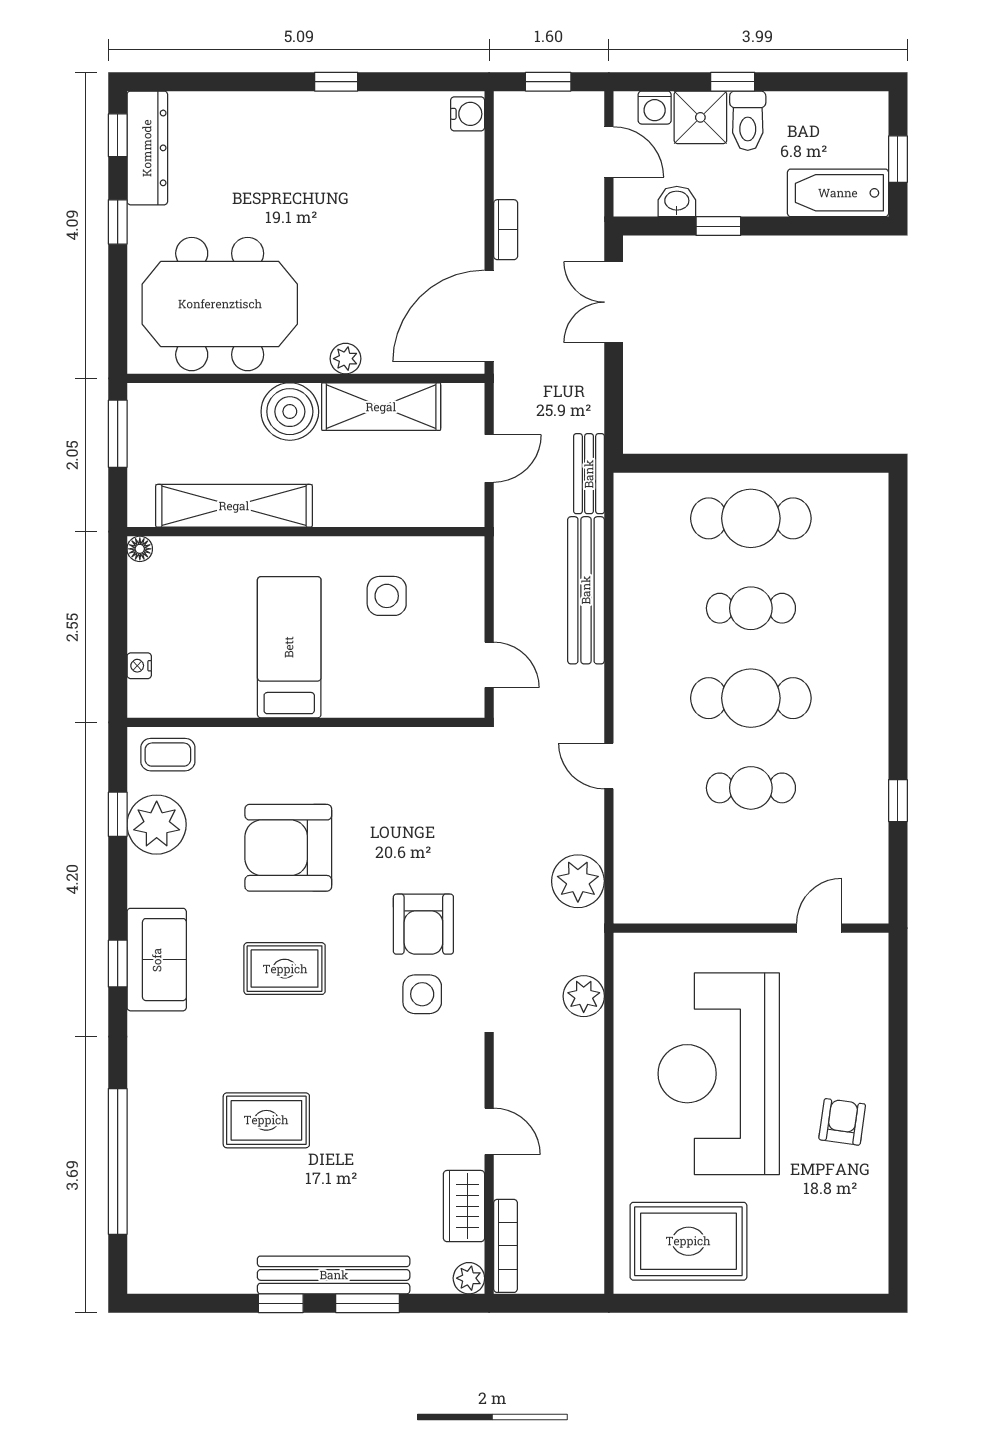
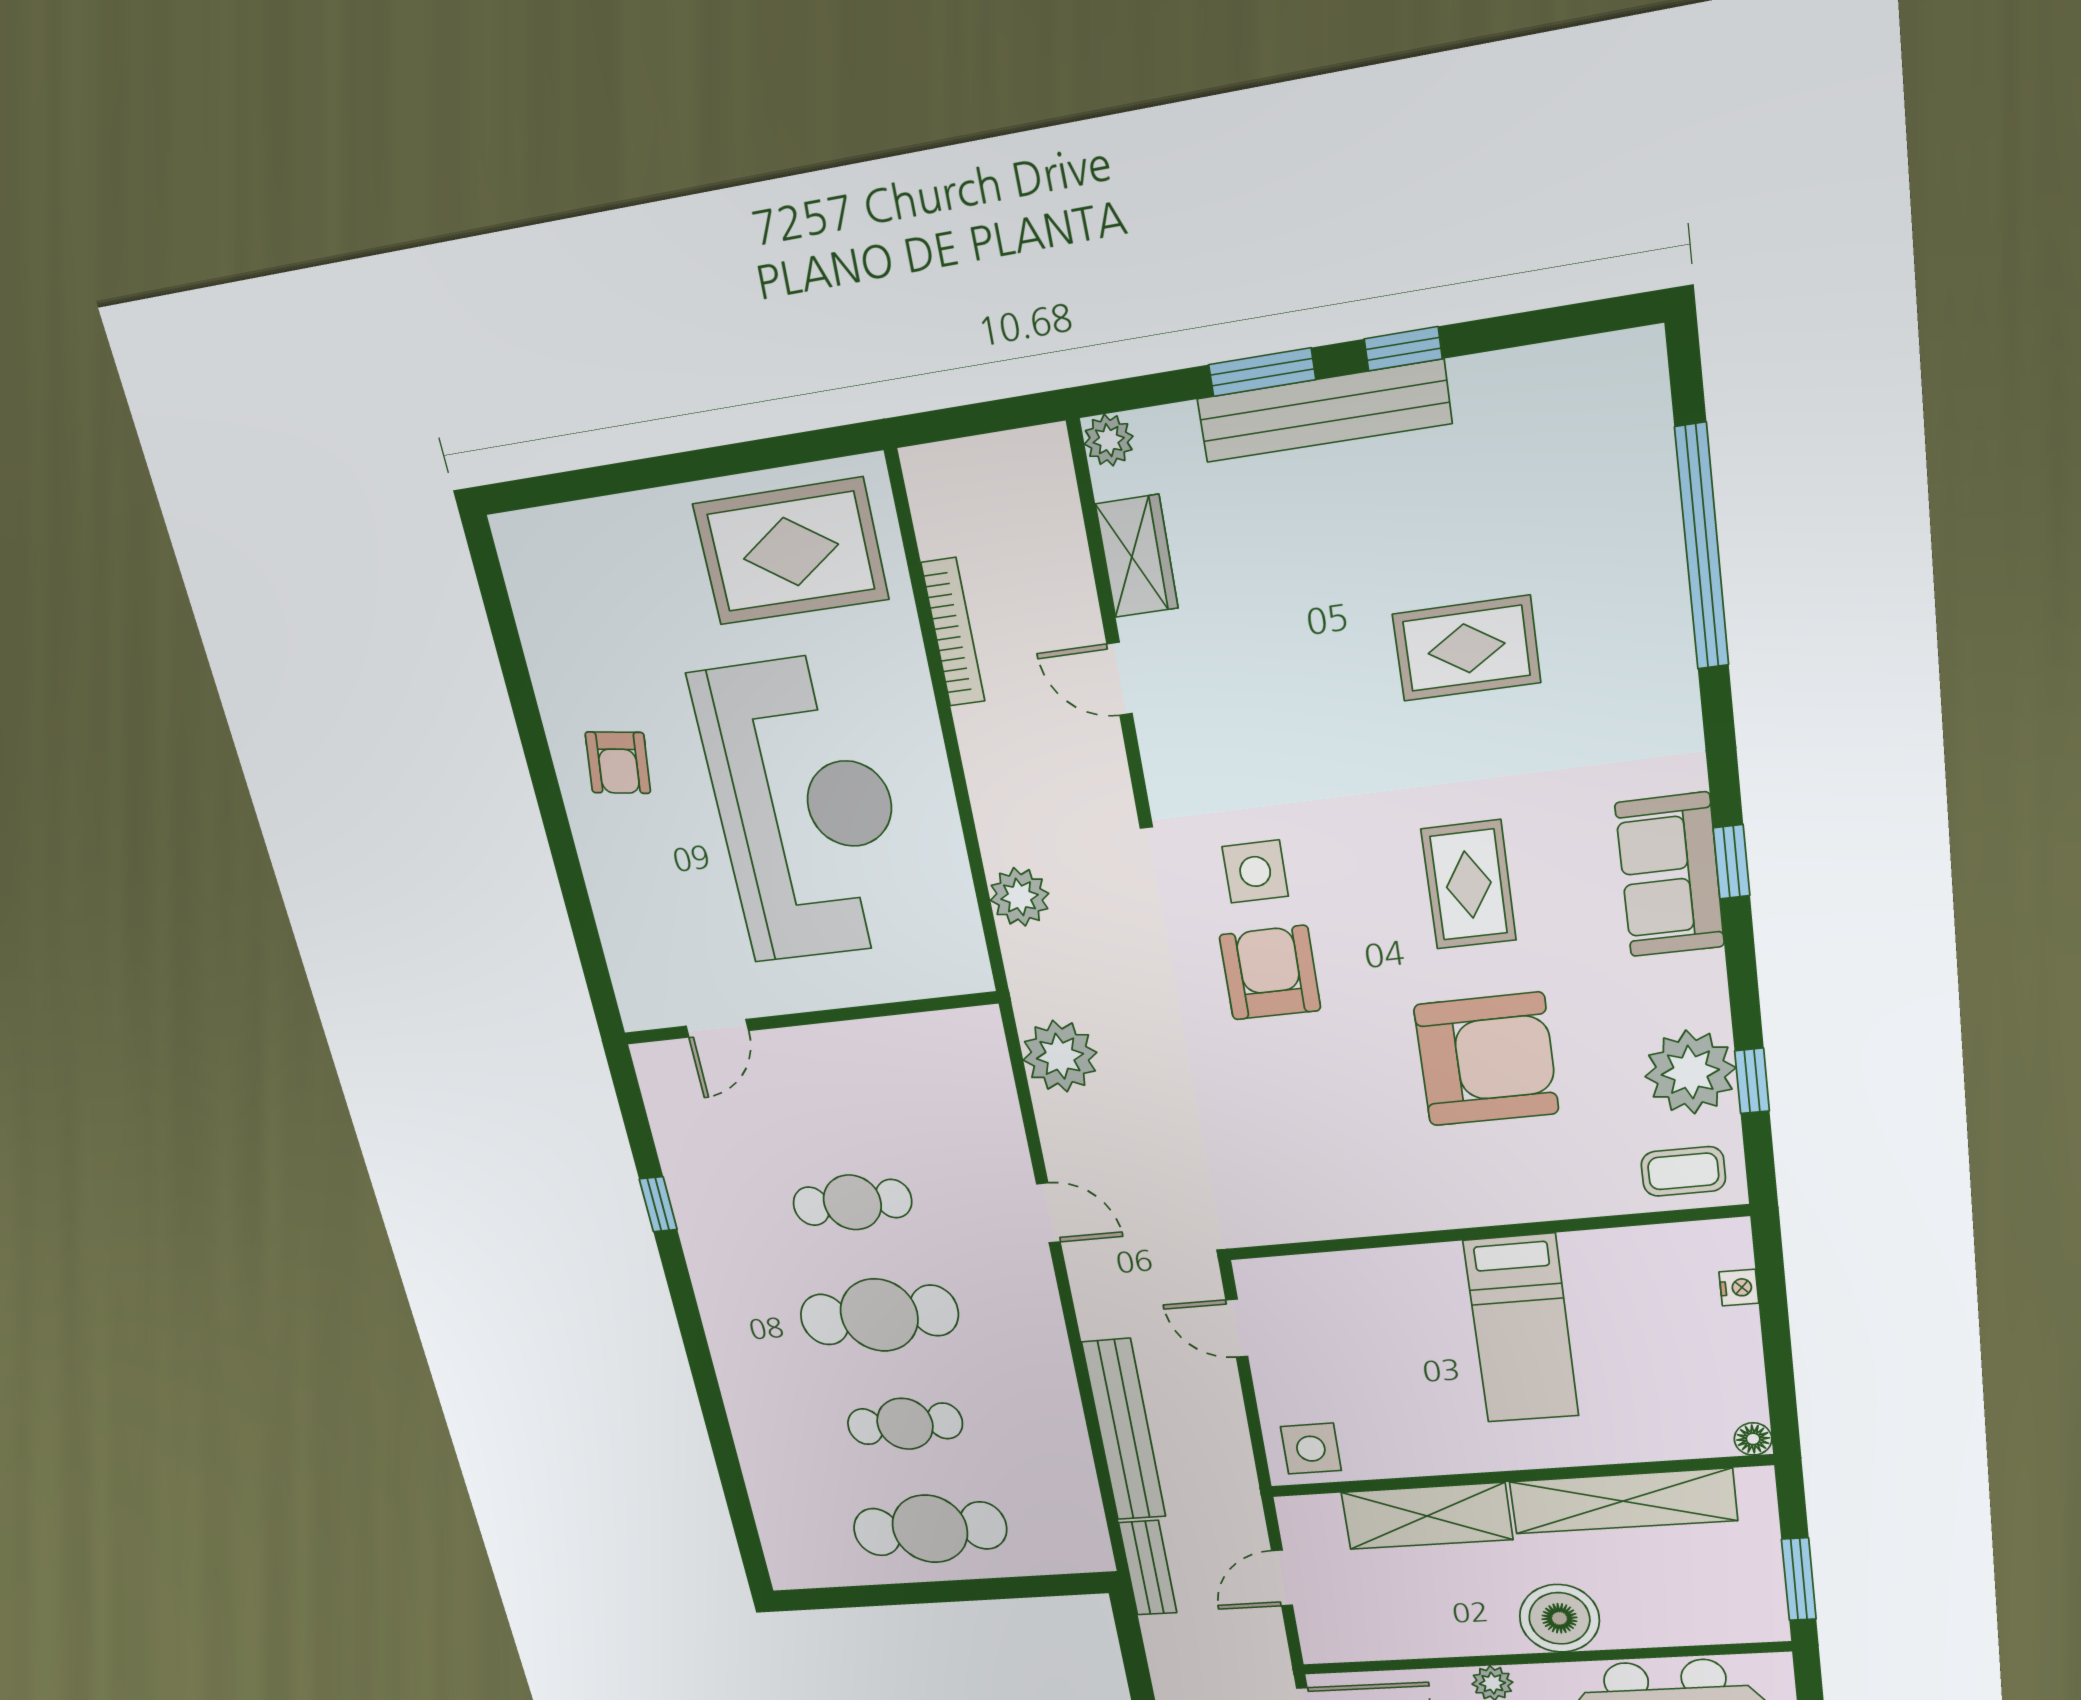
shelving: (381, 407) -> (1427, 1516), moved
side table: (387, 596) -> (1311, 1449), moved
rug: (285, 969) -> (1469, 885), turned 90
bookcase: (505, 1246) -> (953, 632), moved, turned 180

